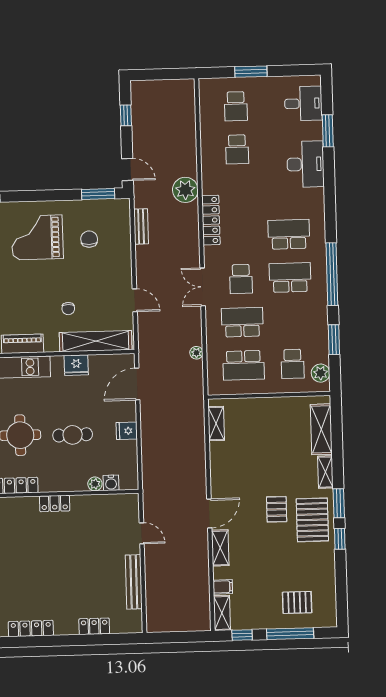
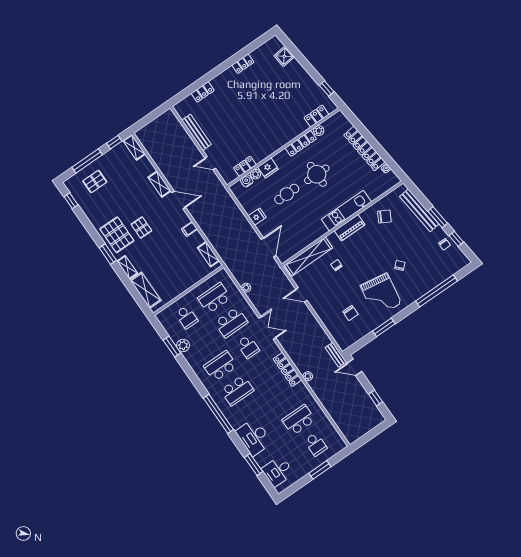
school desk: (236, 106) -> (316, 444), turned 180
school desk: (237, 149) -> (299, 420), width x1.85
plant: (185, 190) -> (308, 376), width x0.53, depth x0.53
window: (98, 194) -> (384, 327), moved
bench: (141, 226) -> (336, 355), moved
grand piano: (37, 237) -> (381, 295), turned 99
window: (332, 274) -> (218, 414), moved
school desk: (290, 278) -> (220, 366), turned 180
school desk: (241, 279) -> (248, 347), turned 180
school desk: (293, 364) -> (187, 317), turned 180
fridge: (76, 365) -> (268, 168), moved, turned 180
plant: (321, 373) -> (183, 345), moved
locker: (55, 503) -> (245, 166), moved
door: (209, 513) -> (179, 200), swing flipped
window: (340, 539) -> (71, 201), moved
filing cabinet: (223, 587) -> (189, 229), moved
locker: (31, 628) -> (243, 64), width x0.66

